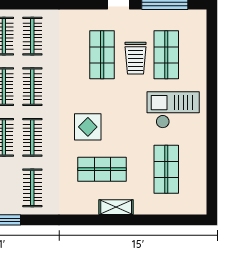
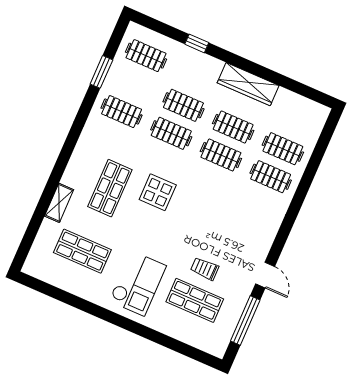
shop shelf: (102, 55) -> (222, 237), removed
trolley: (136, 58) -> (205, 269), width x0.73, depth x0.72
shelving: (116, 207) -> (59, 203), moved

